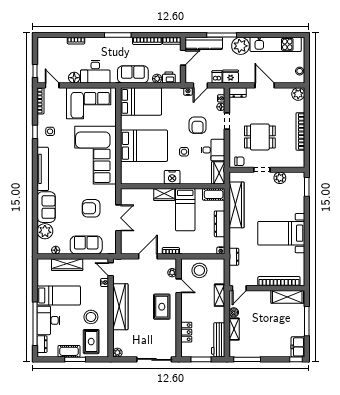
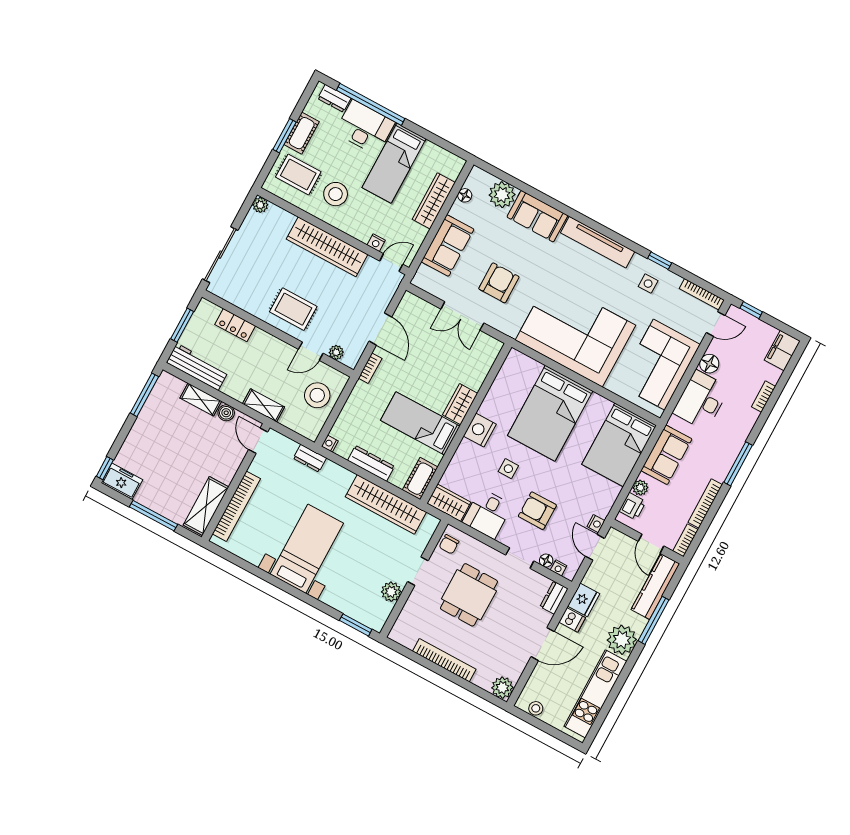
filing cabinet: (47, 44) -> (782, 351), added
dishwasher: (217, 77) -> (572, 620), moved

